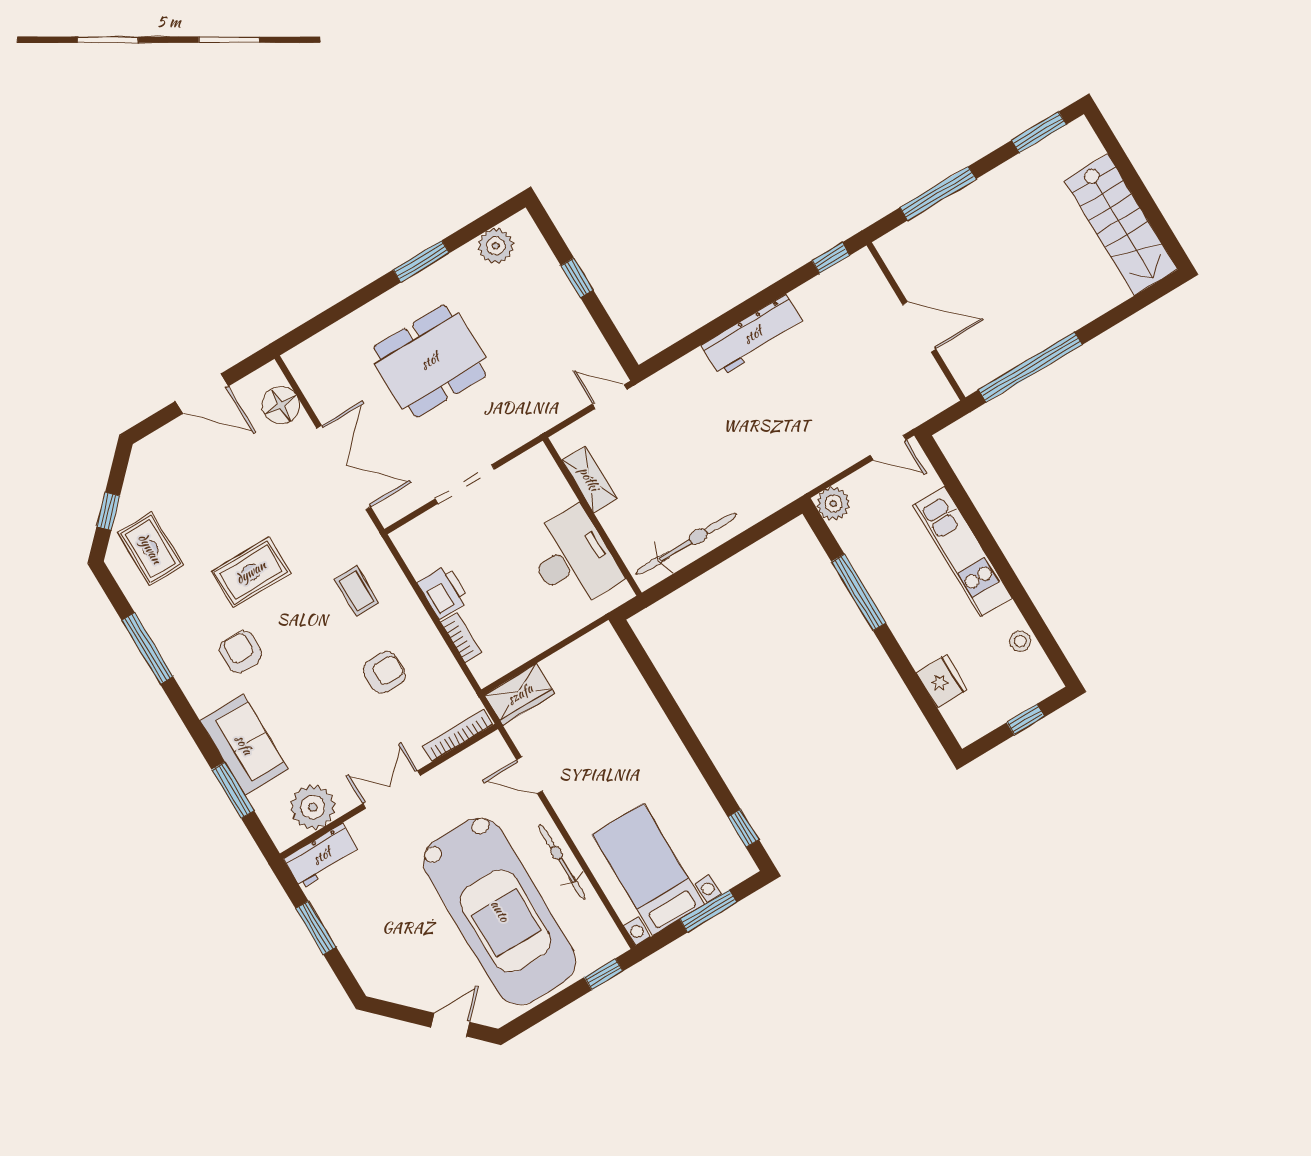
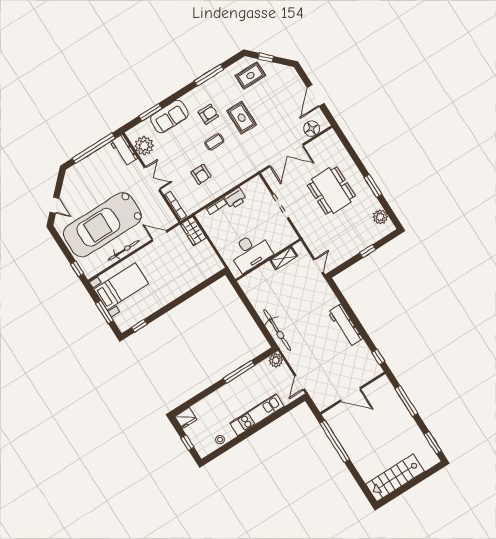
door: (919, 327) -> (350, 395), hinge flipped
bicycle: (686, 544) -> (277, 330), moved
coffee table: (357, 591) -> (214, 142), moved
fridge: (942, 681) -> (186, 418), moved
door: (529, 775) -> (159, 236), hinge flipped
window: (316, 928) -> (94, 148), width x2.11

